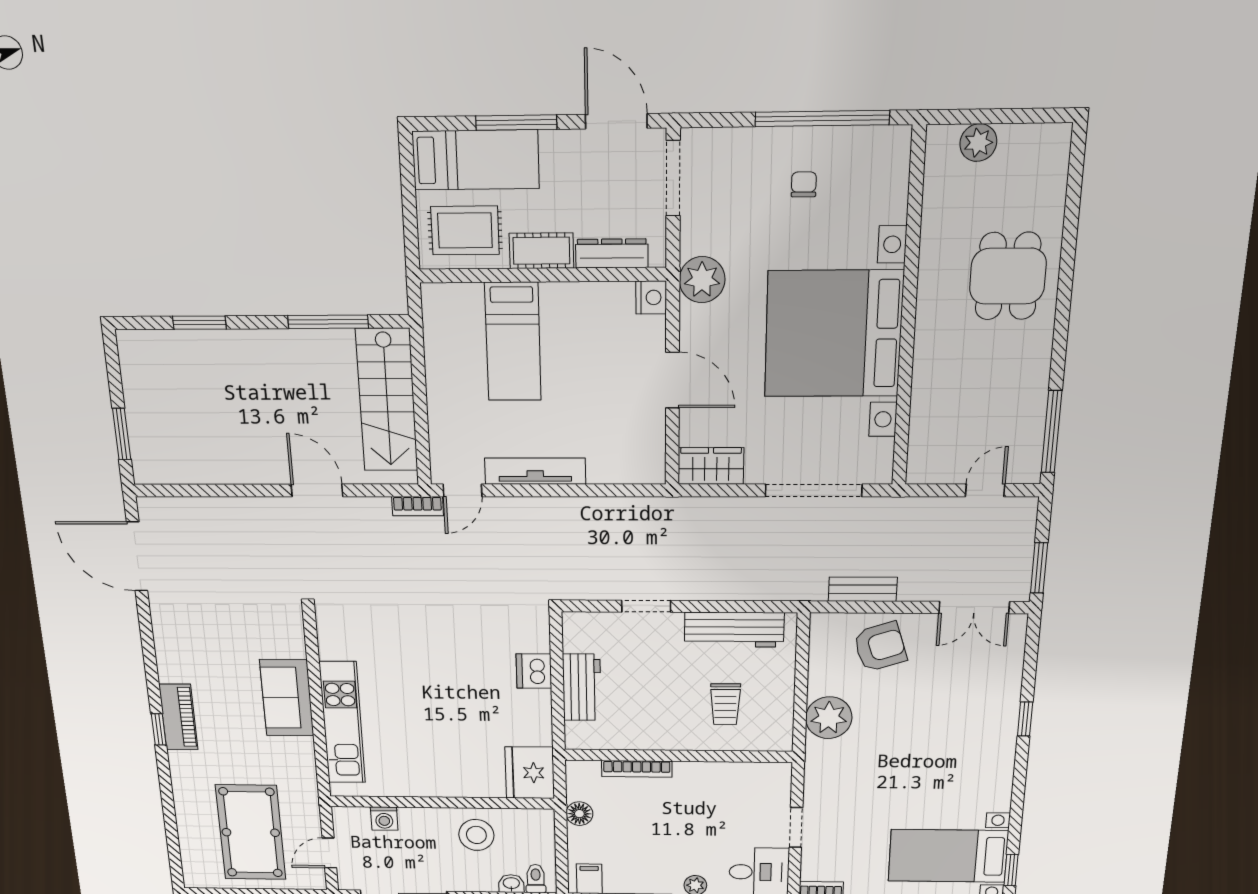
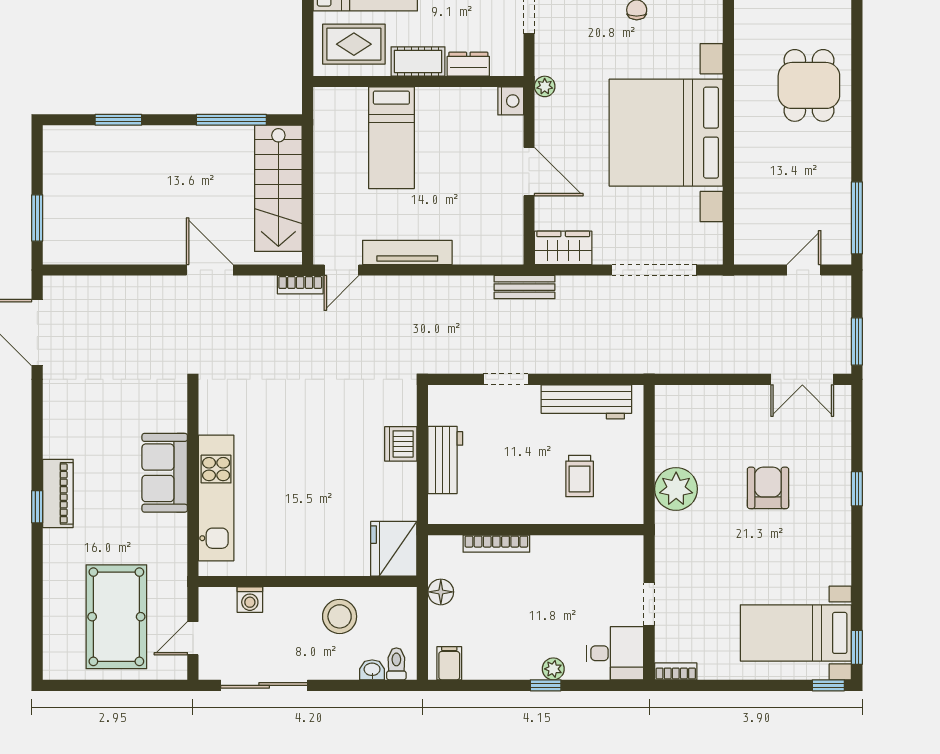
dresser: (612, 253) -> (468, 64), width x0.70
plant: (702, 280) -> (545, 86), width x0.53, depth x0.53
bench: (863, 589) -> (524, 287), moved
armchair: (880, 647) -> (768, 488), moved, turned -72

